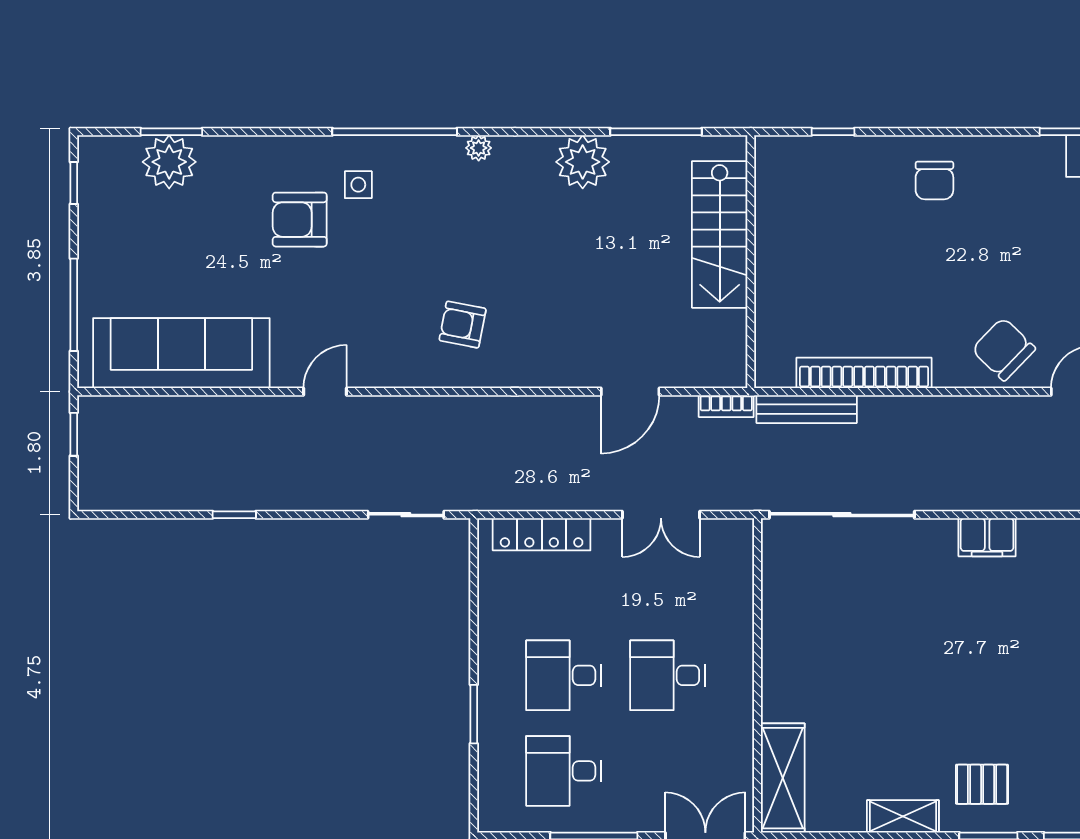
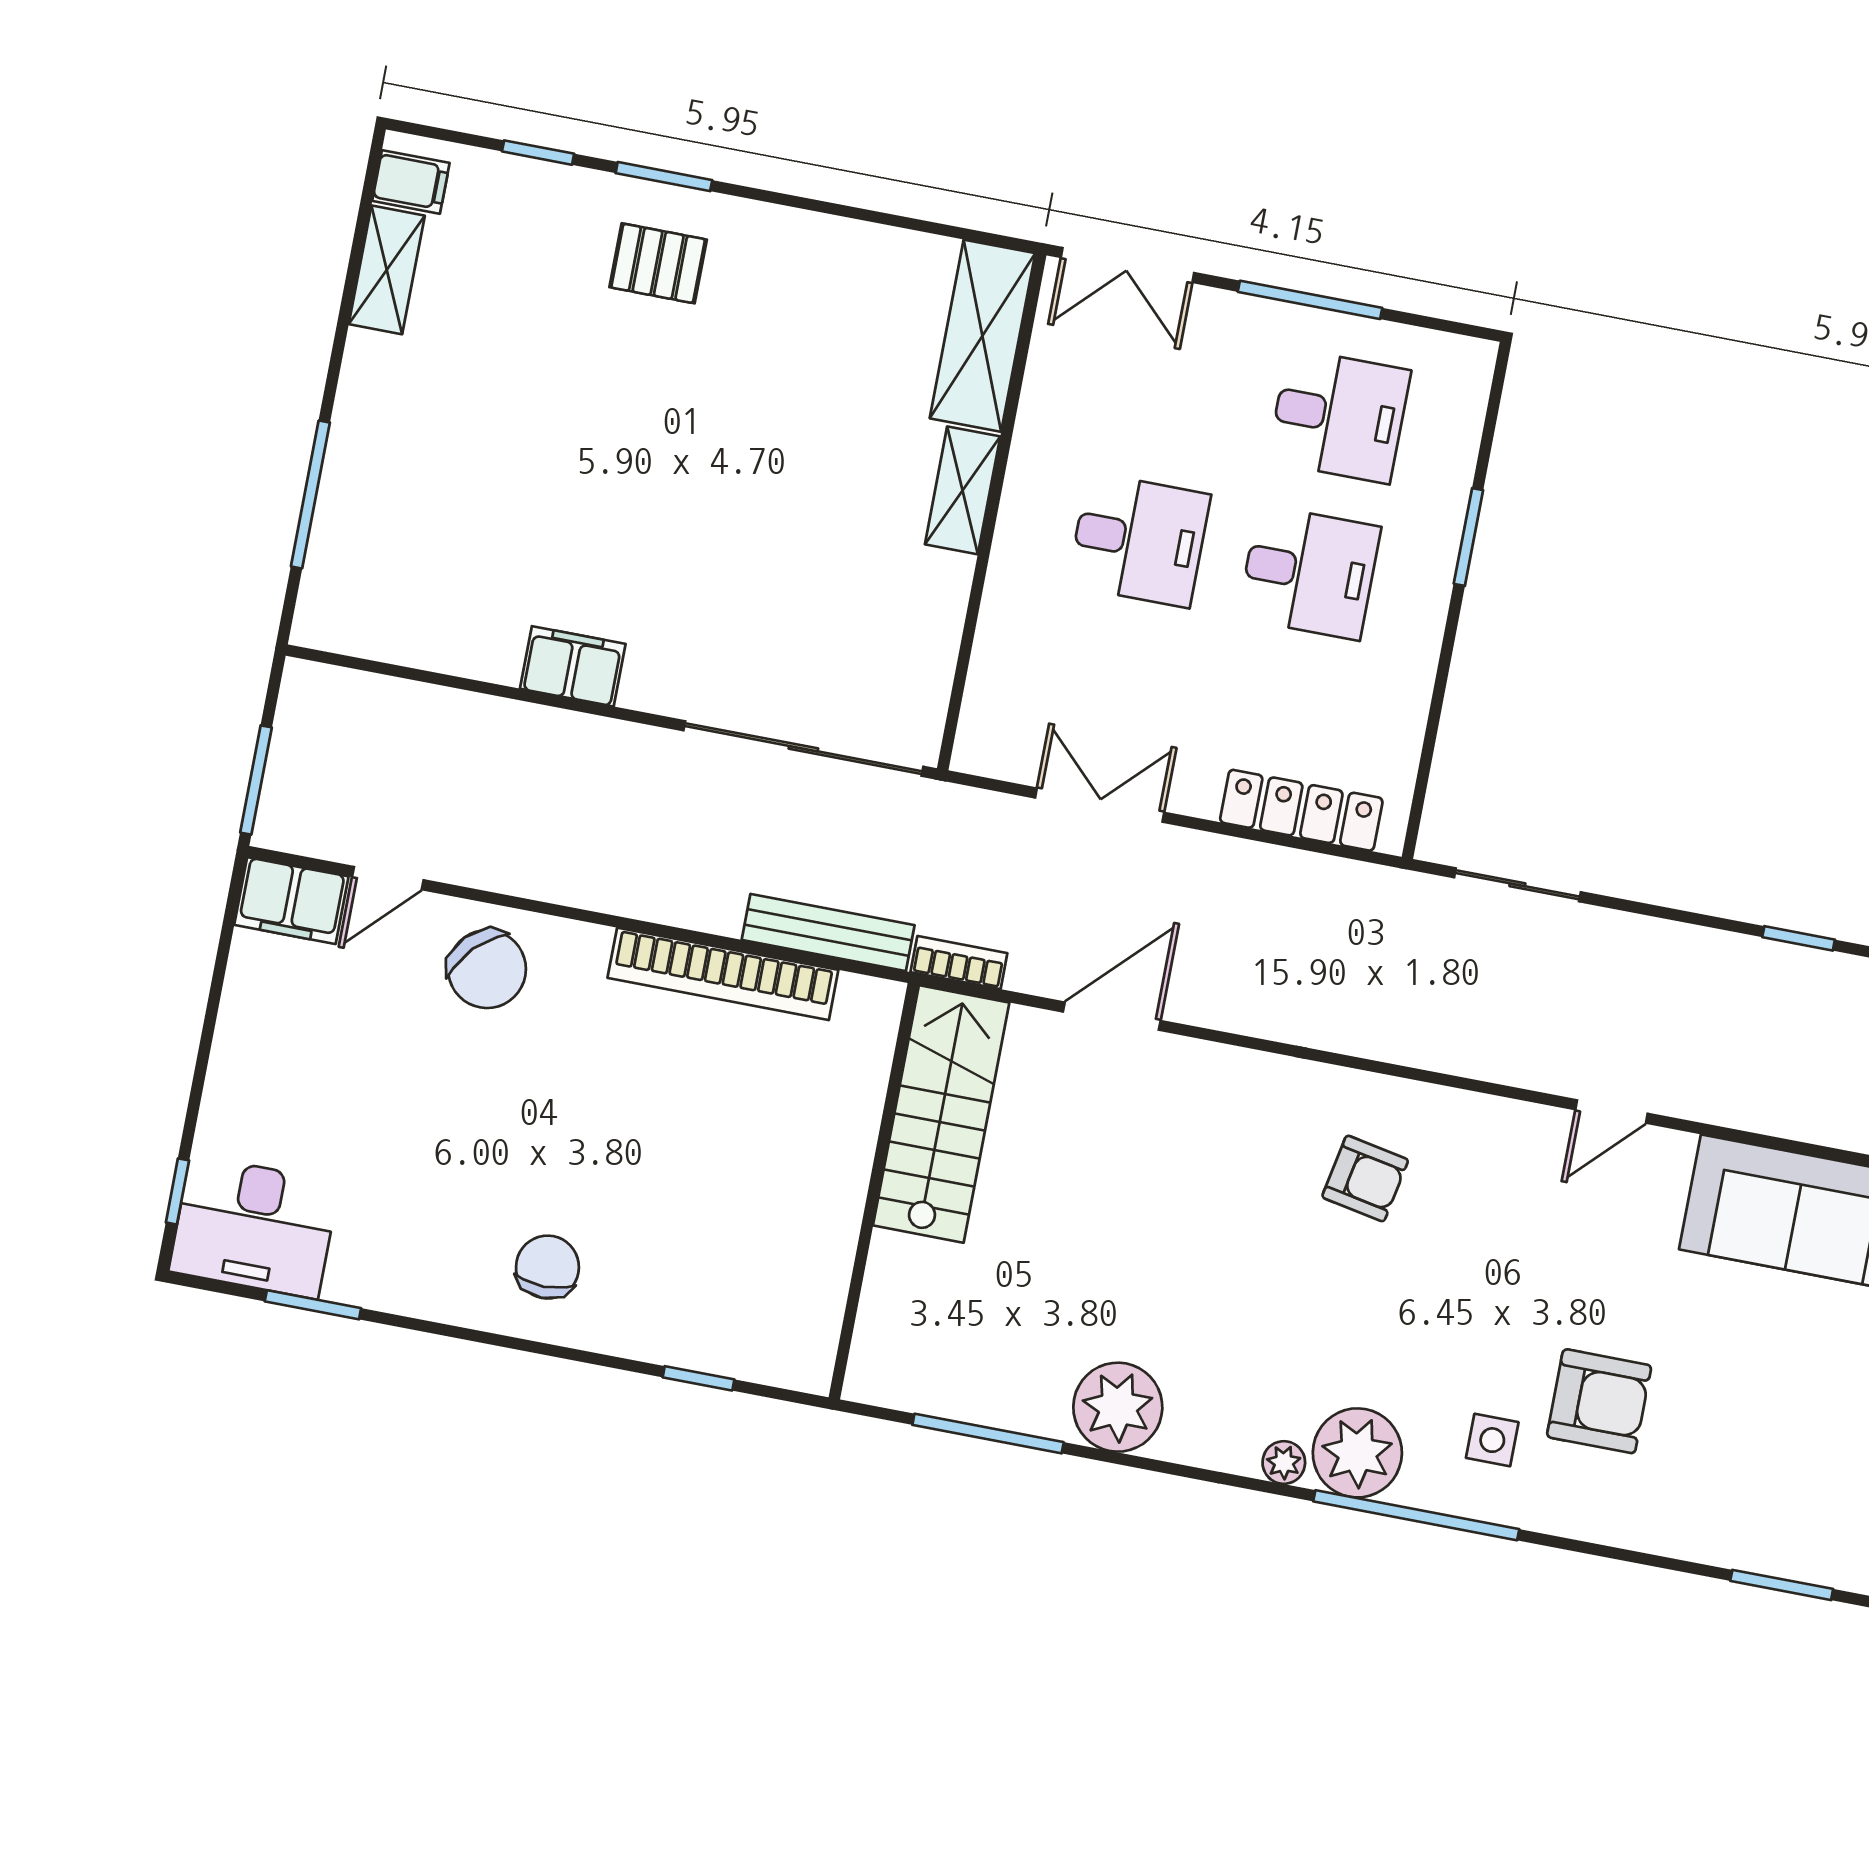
plant: (169, 162) -> (1357, 1453), moved
stairs: (720, 234) -> (941, 1114), moved
shelving: (903, 816) -> (963, 490), moved, turned 90

